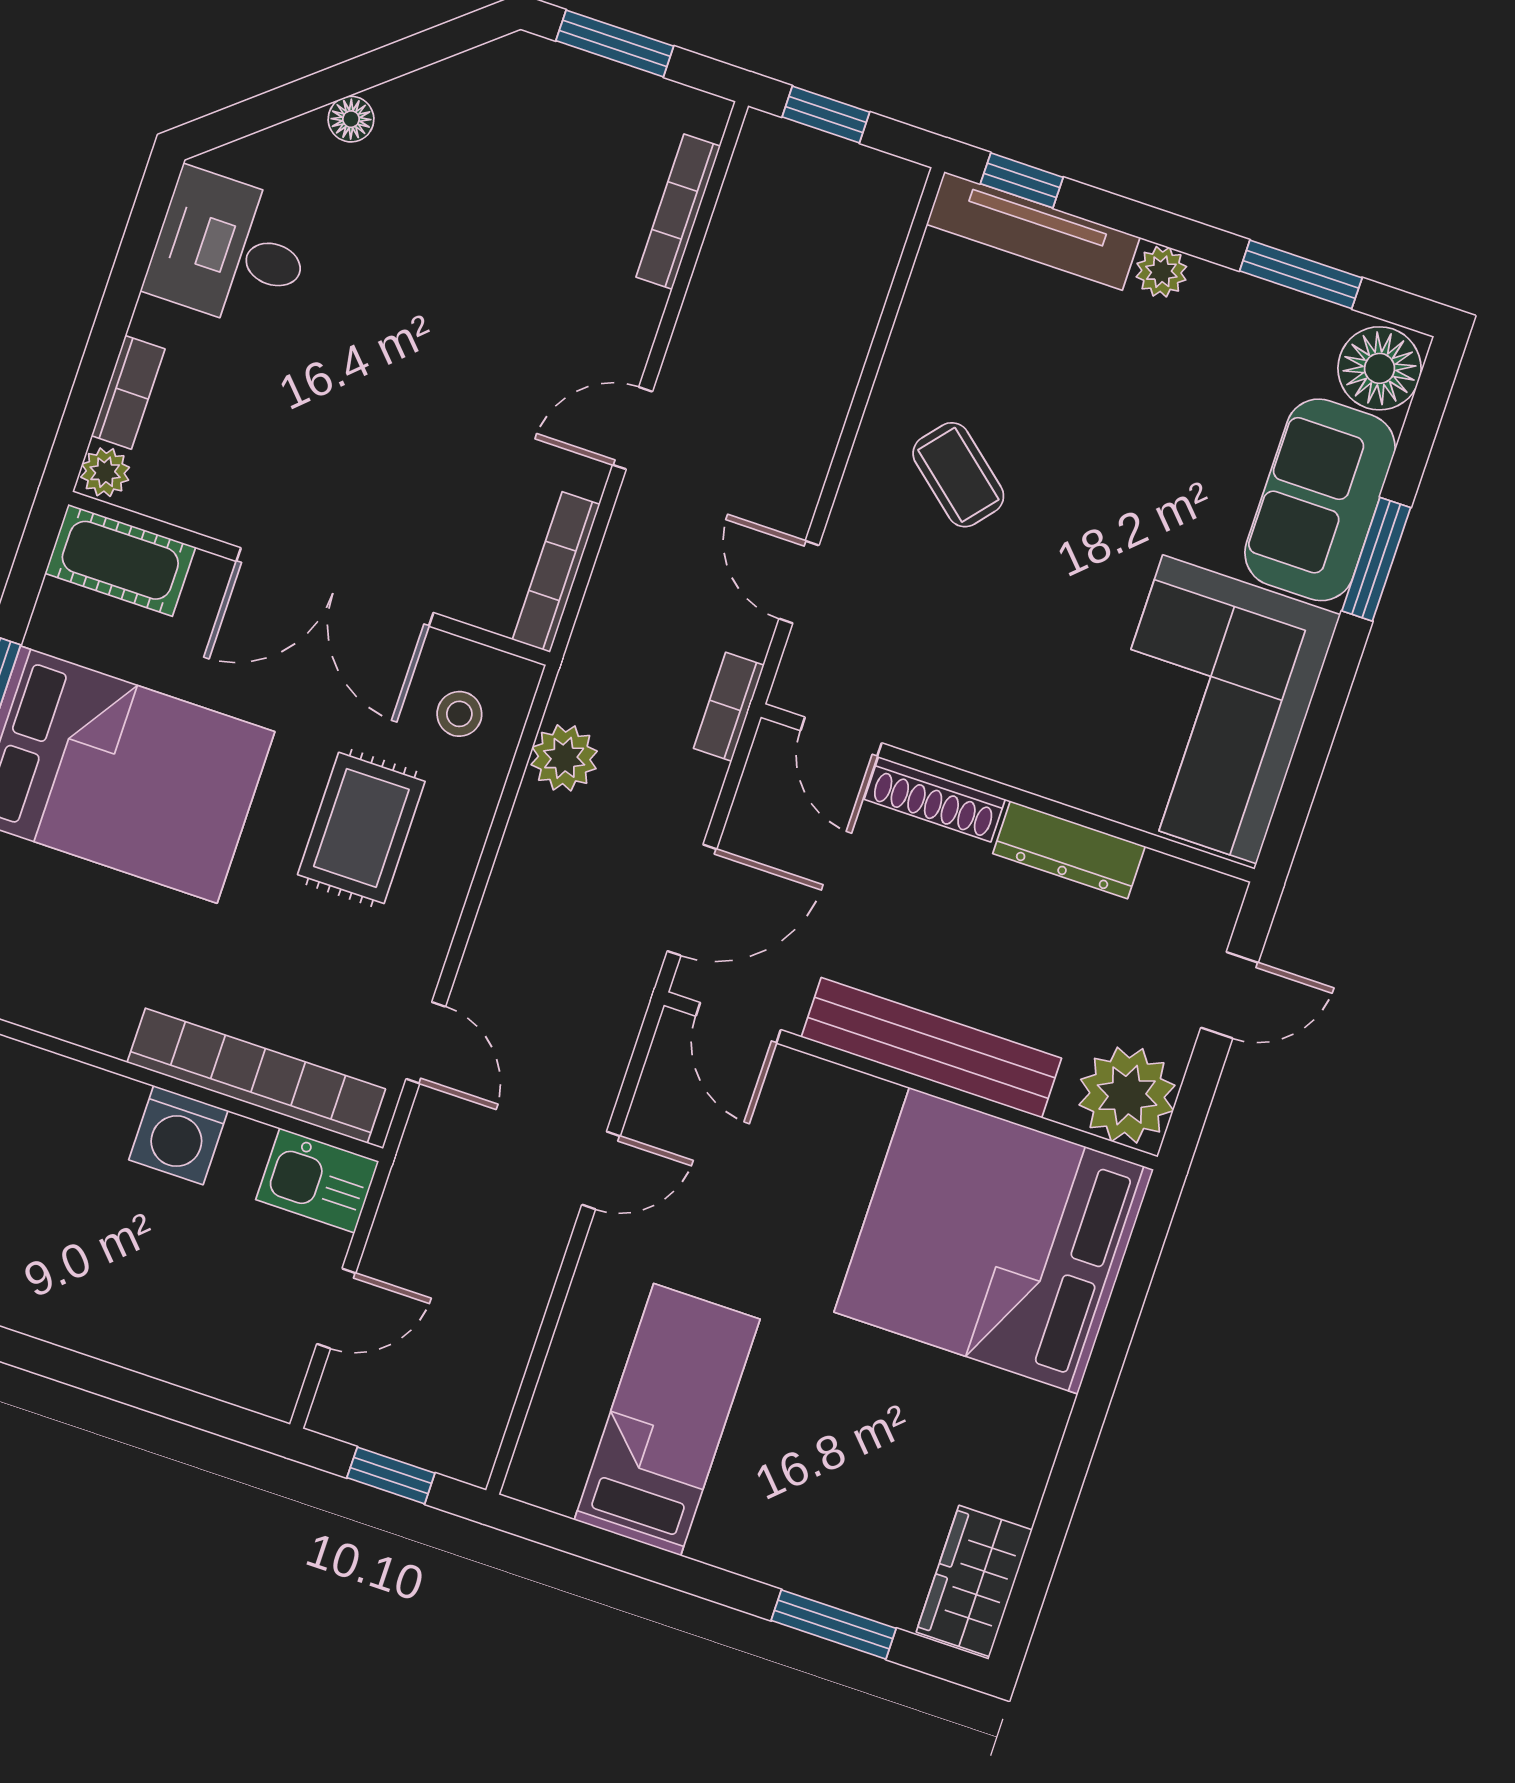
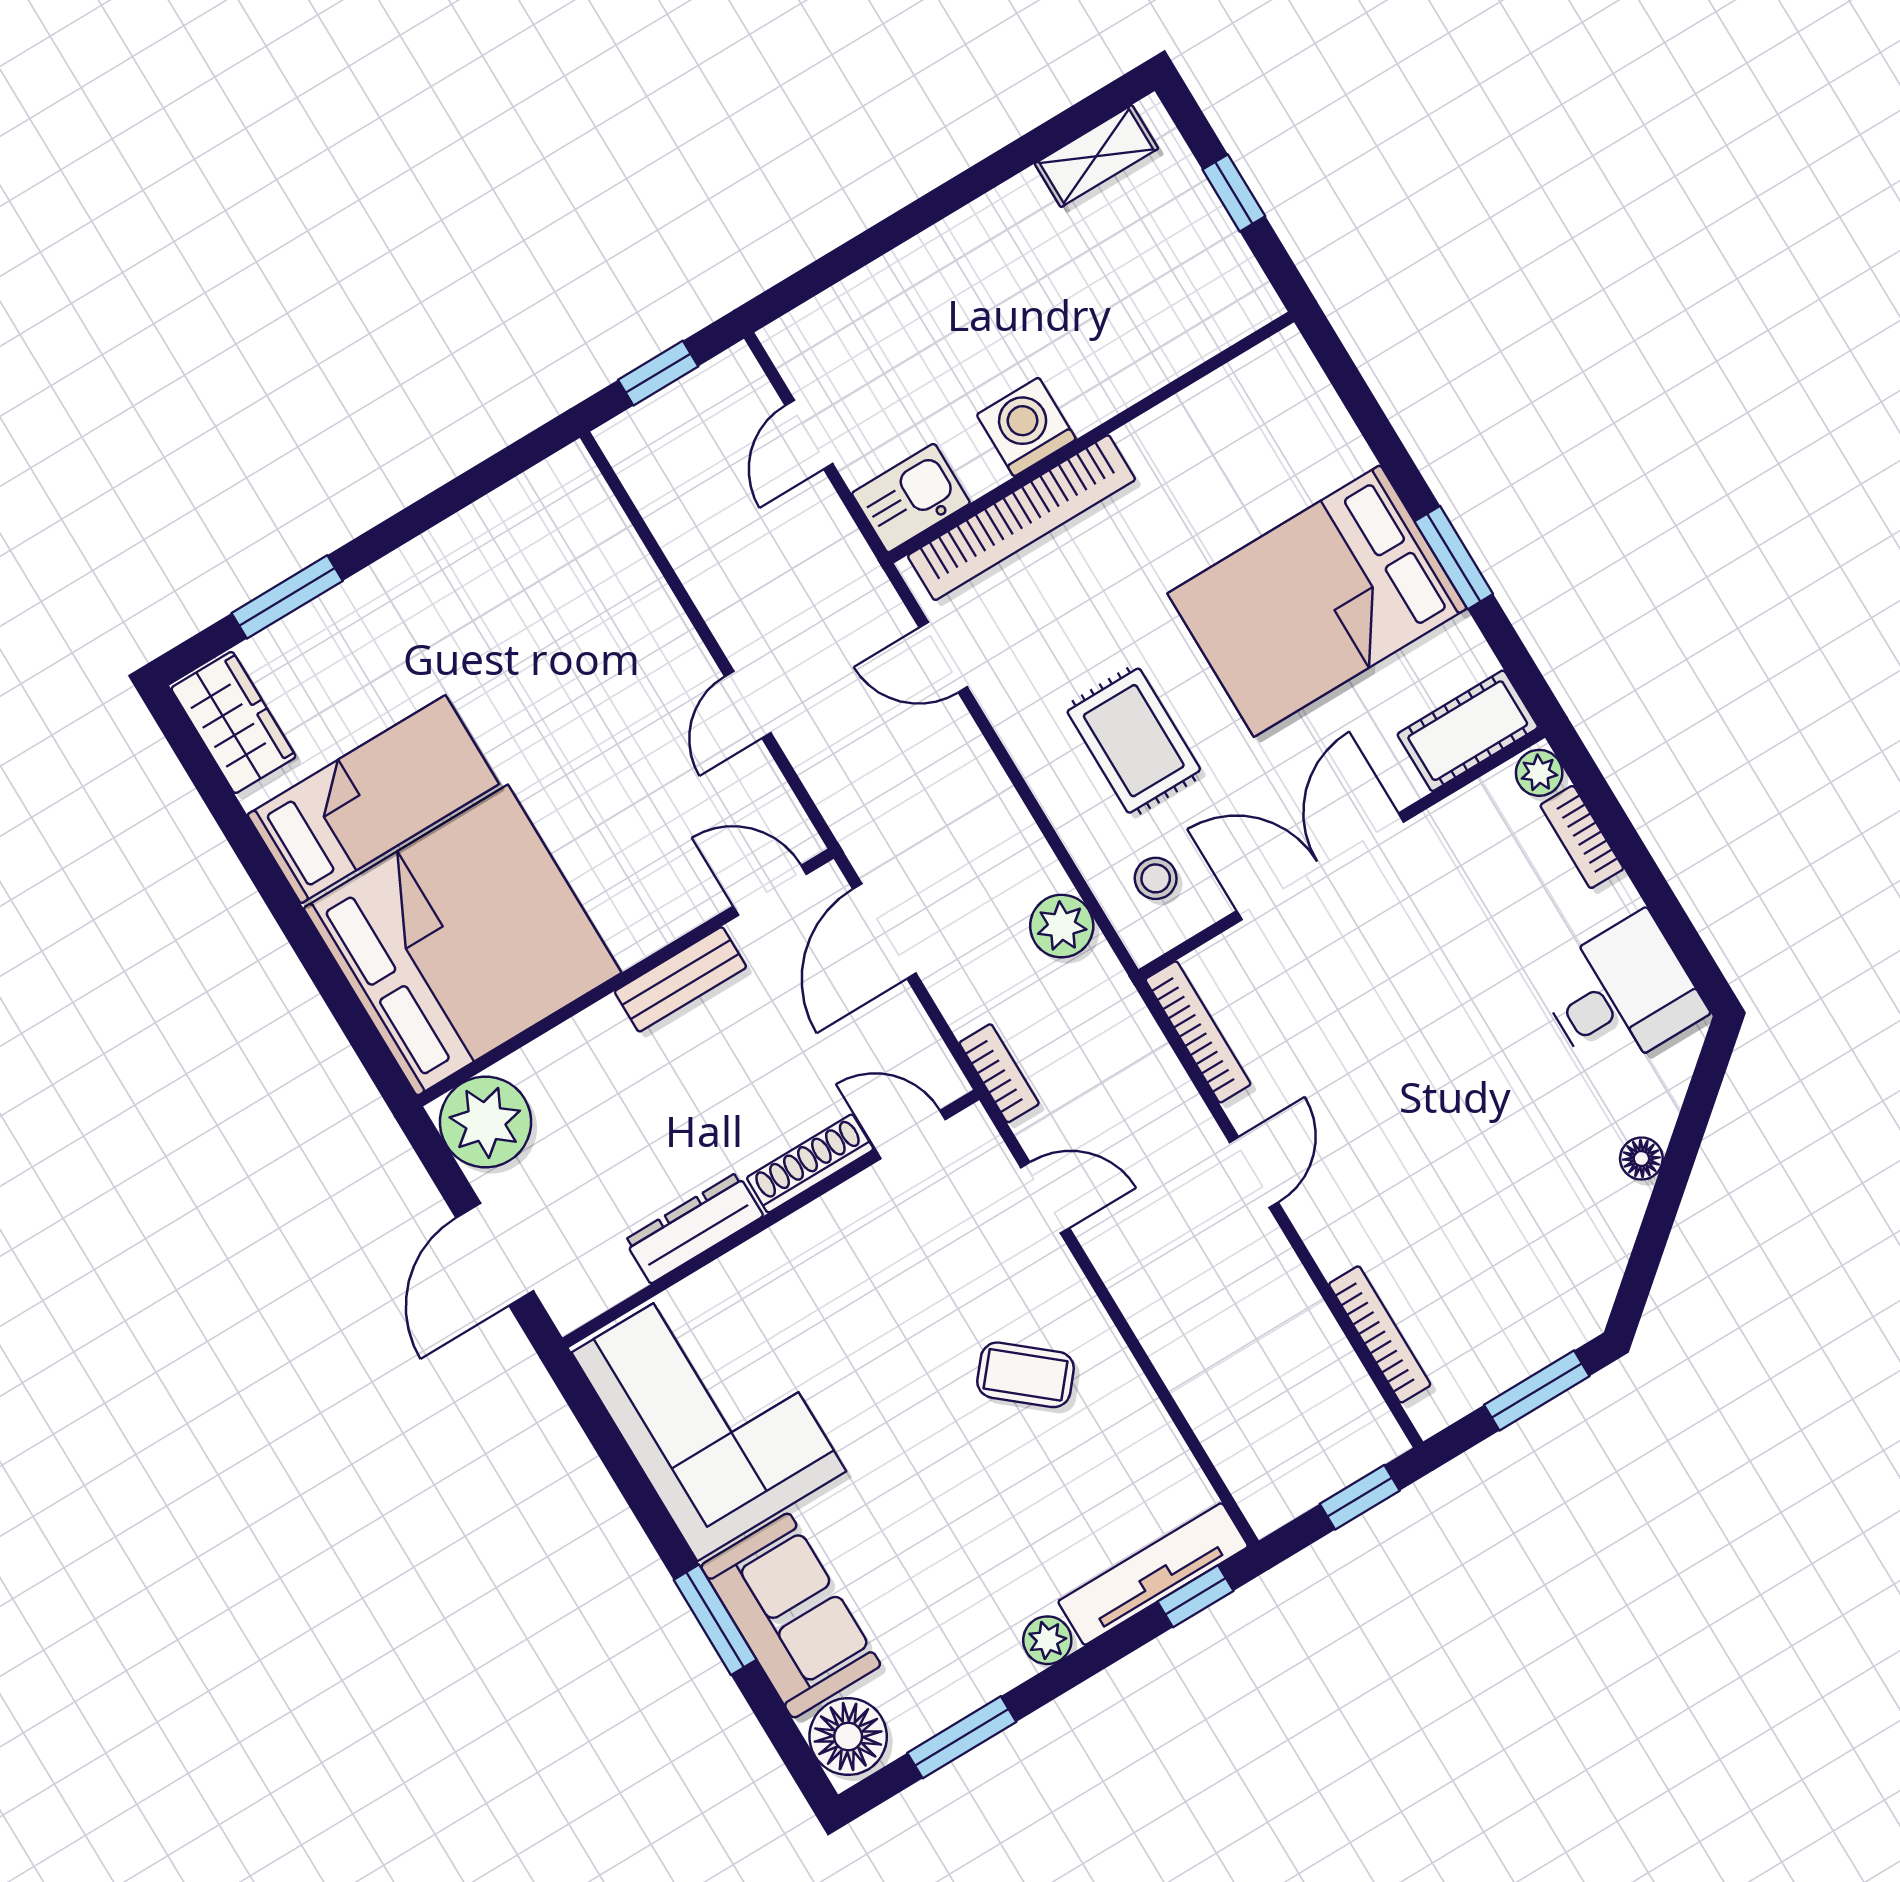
door: (1229, 995) -> (495, 1254), width x1.38
bench: (931, 1048) -> (680, 979), width x0.54, depth x0.82
bed: (667, 1420) -> (373, 799), moved, turned -90

